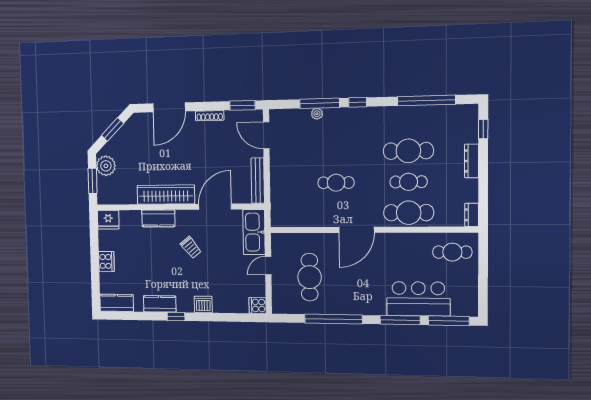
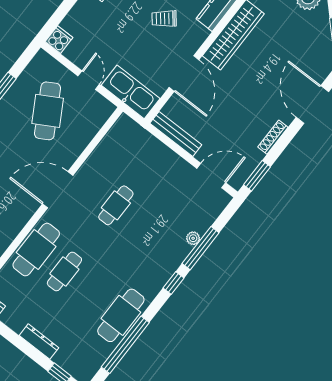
cafe table: (408, 151) -> (121, 315), moved
door: (357, 230) -> (58, 190), hinge flipped
cafe table: (310, 277) -> (48, 111), turned 60

